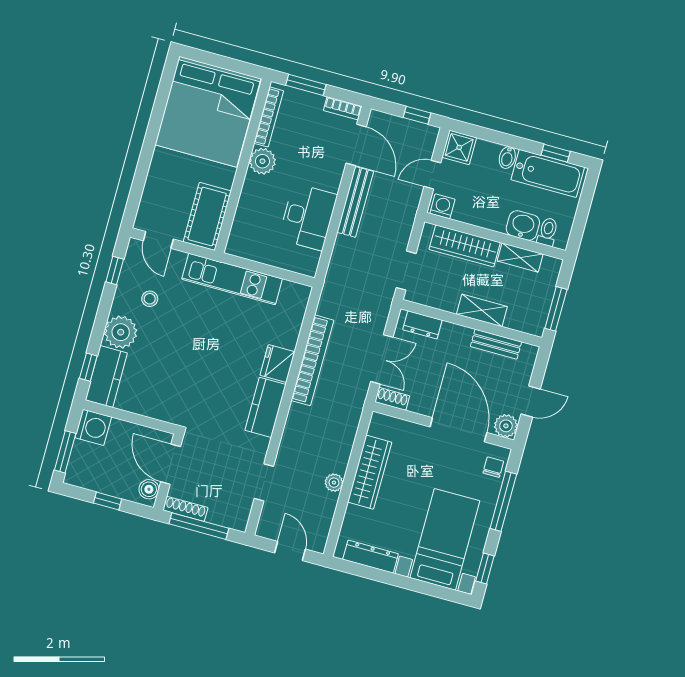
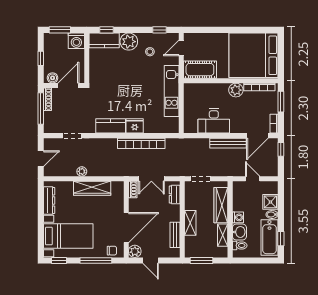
window: (417, 115) -> (281, 149), moved
shower: (459, 147) -> (270, 202), moved
washing machine: (442, 206) -> (238, 217), moved

